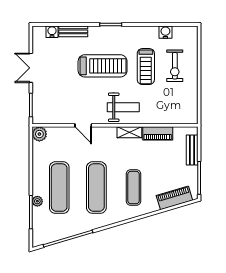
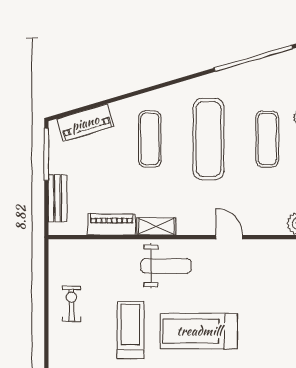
exercise bike: (175, 66) -> (71, 304), moved, width x0.73, depth x0.72
weight bench: (123, 107) -> (166, 266), turned 180
exercise mat: (59, 188) -> (267, 139), width x0.73, depth x0.69

